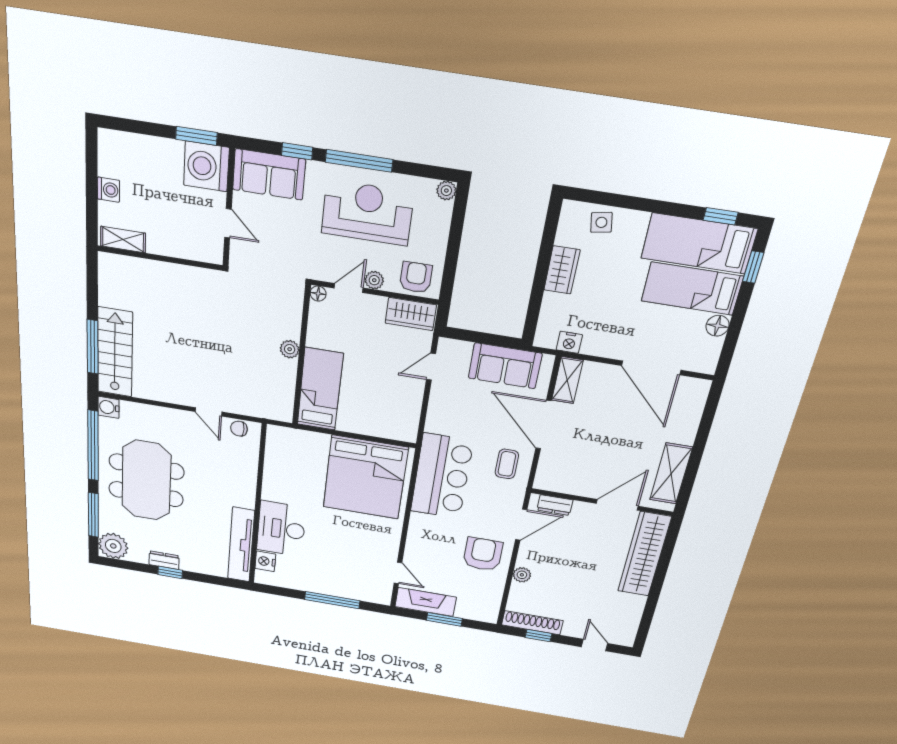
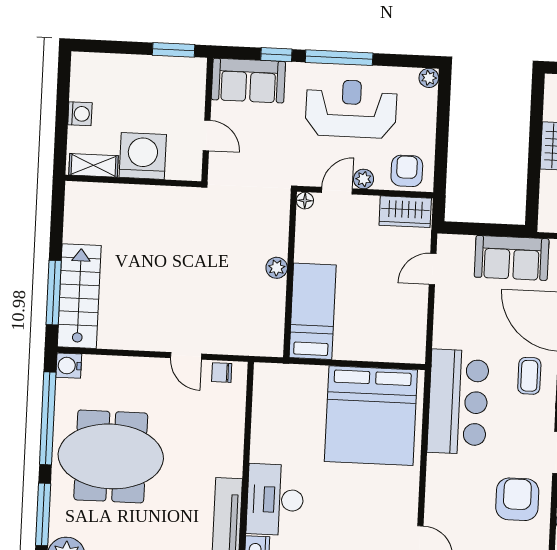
washing machine: (206, 166) -> (143, 156), moved, turned 90
meeting table: (146, 480) -> (111, 456), turned 90

